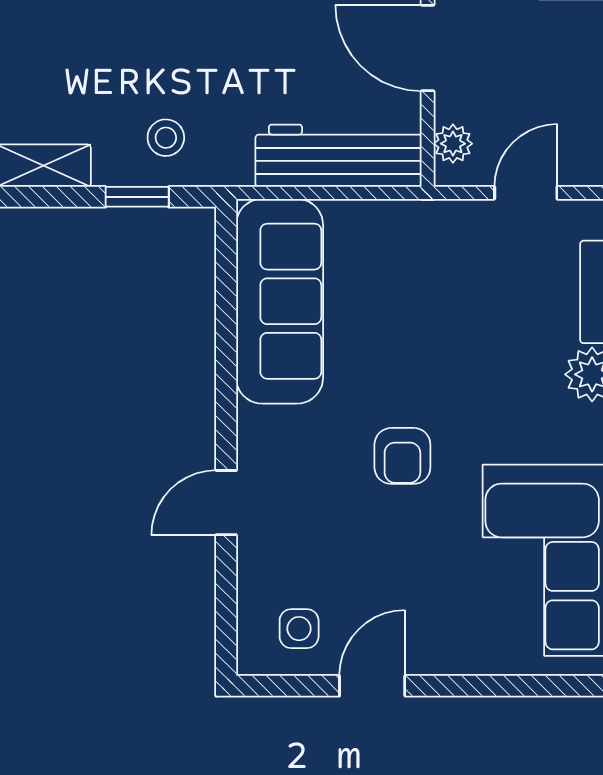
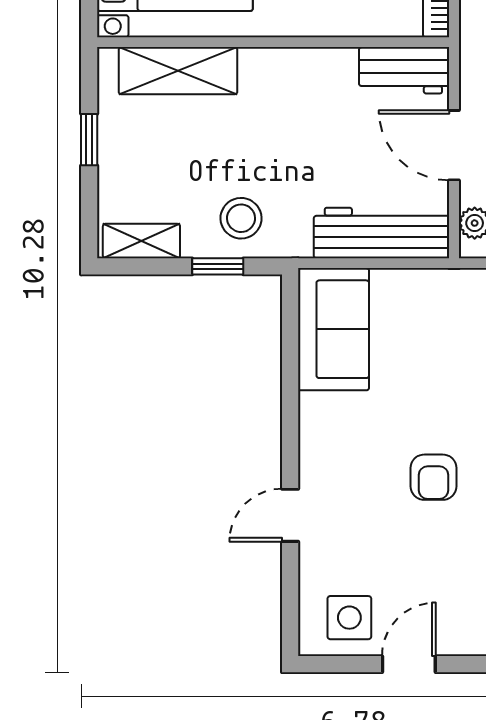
stool: (166, 138) -> (241, 218), width x1.37, depth x1.37
sofa: (280, 301) -> (333, 329), width x0.73
side table: (299, 629) -> (349, 618), width x1.37, depth x1.37

